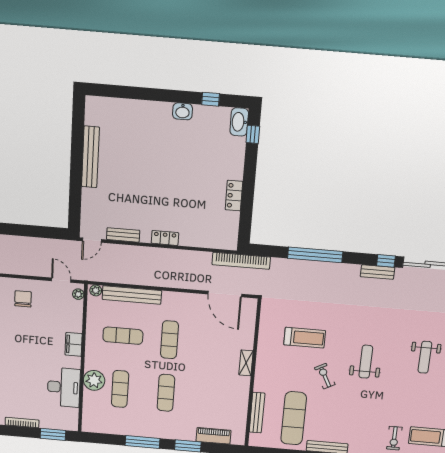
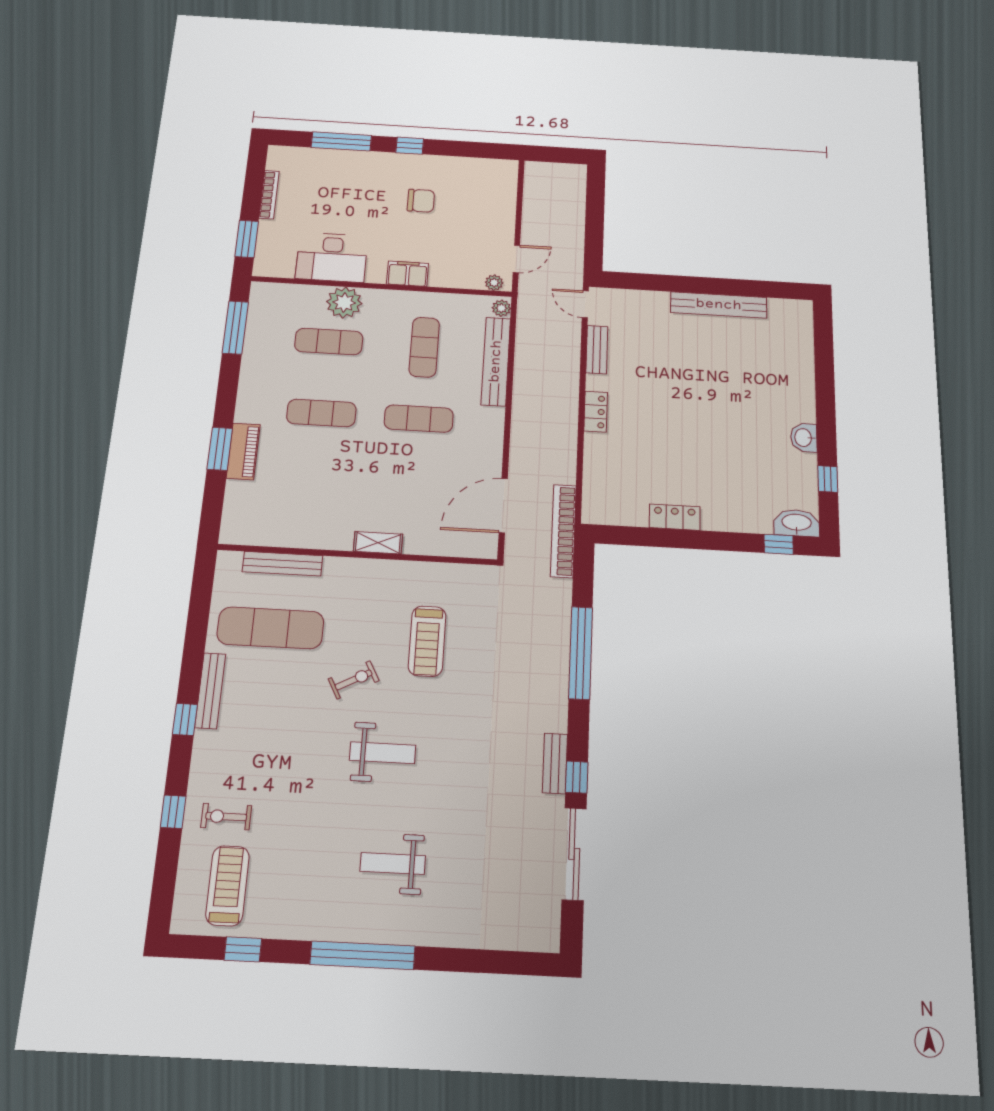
chair: (23, 299) -> (421, 201), moved
piano: (213, 436) -> (243, 451), moved
window: (142, 442) -> (235, 328), moved

